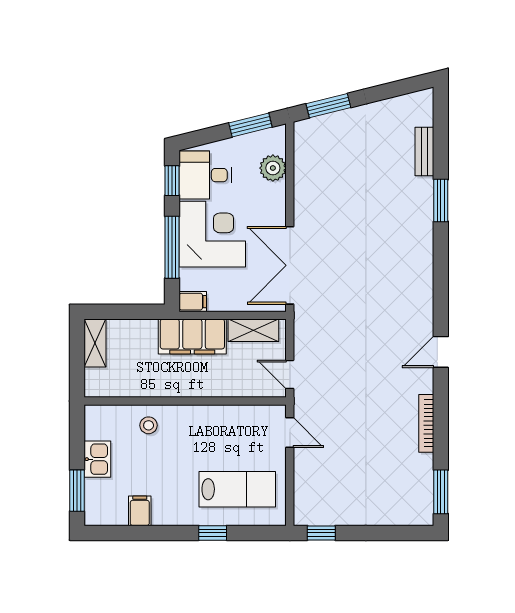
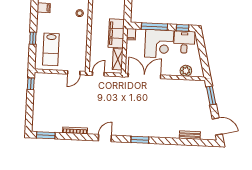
door: (401, 88) -> (217, 126), added
window: (250, 125) -> (204, 62), removed
window: (441, 200) -> (140, 140), moved
door: (441, 352) -> (105, 138), hinge flipped

